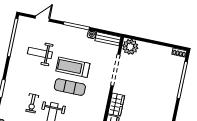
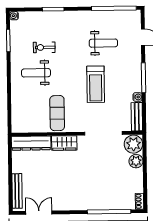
plant: (145, 48) -> (136, 161), added
weight bench: (40, 53) -> (103, 43), turned 90
treadmill: (73, 67) -> (96, 84), turned 180
exercise mat: (70, 87) -> (57, 113), moved

